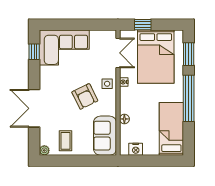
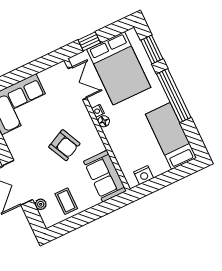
side table: (107, 84) -> (81, 121), removed
floor lamp: (124, 119) -> (104, 121), moved
plant: (44, 150) -> (41, 204), moved

